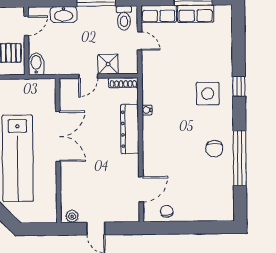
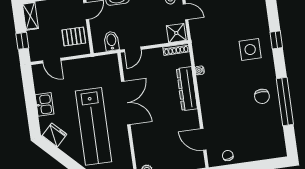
bidet: (36, 64) -> (112, 41), moved
shower: (108, 64) -> (176, 33), moved
door: (88, 76) -> (133, 49), moved
door: (141, 189) -> (203, 139), swing flipped

